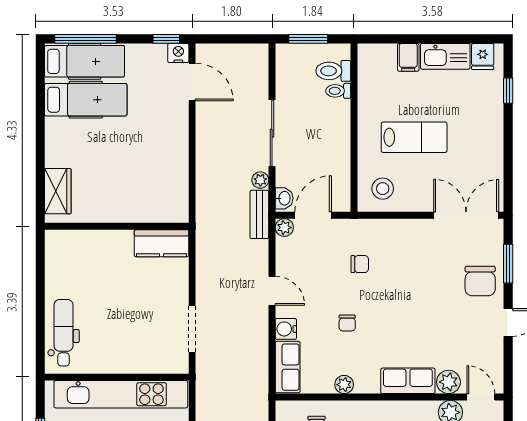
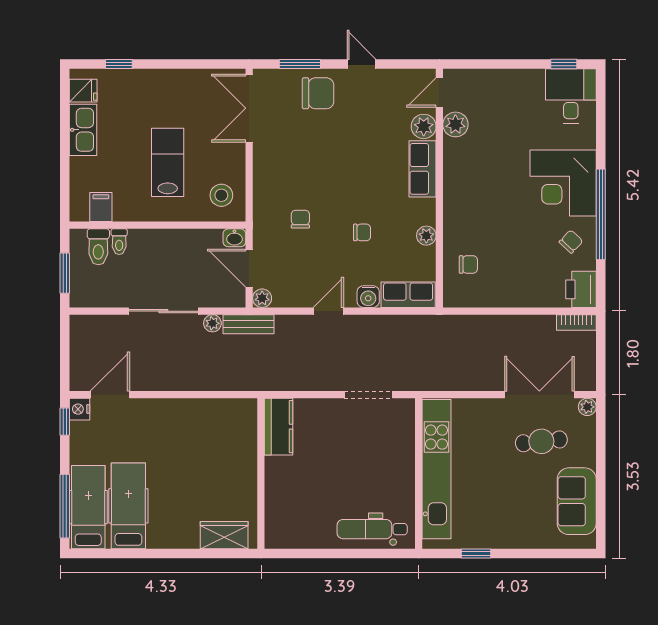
filing cabinet: (408, 57) -> (101, 207), moved, turned -90
washbasin: (284, 198) -> (234, 238), moved, turned 180

